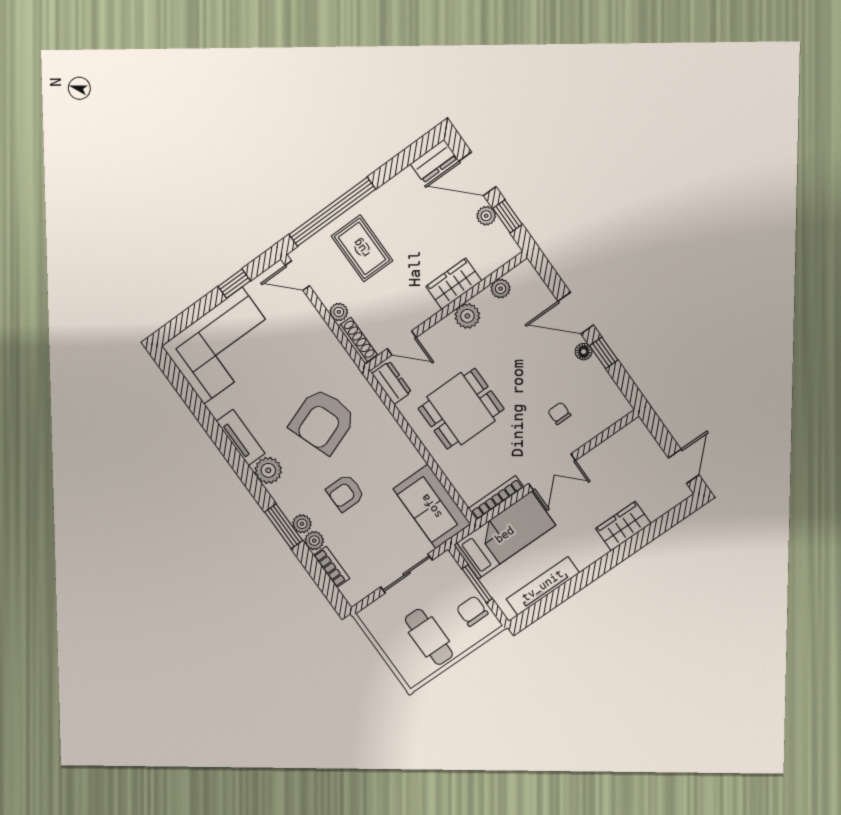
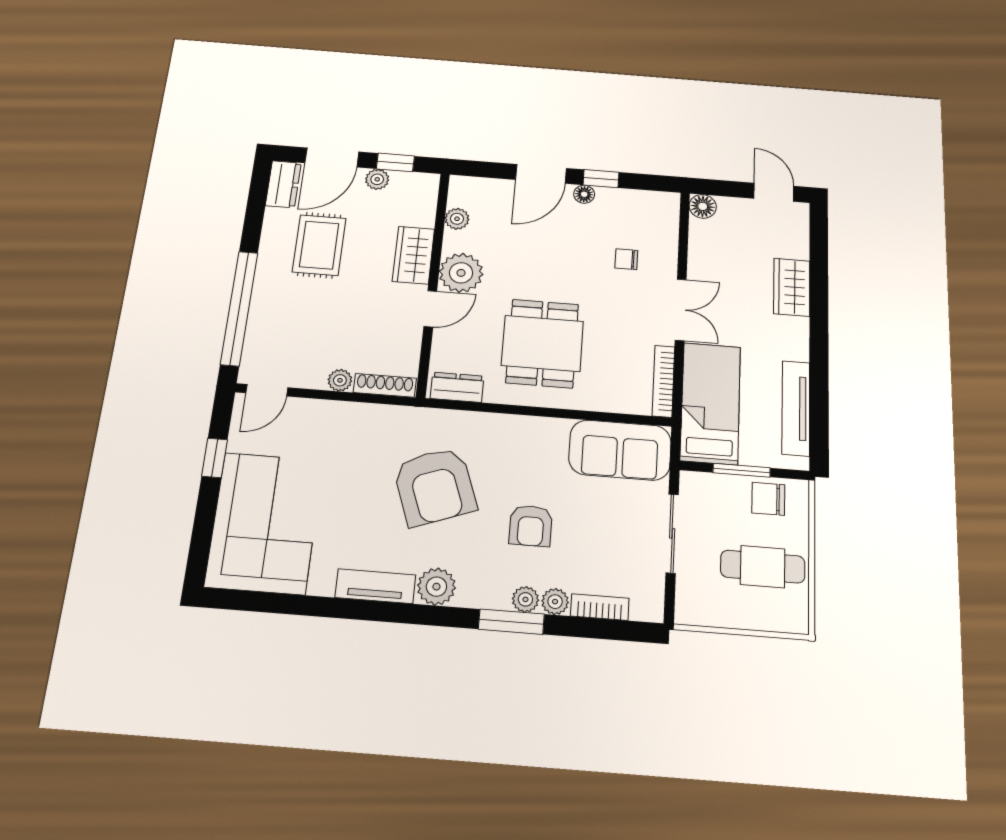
rug: (362, 248) -> (319, 245), moved, turned 90
plant: (467, 316) -> (461, 273), width x1.36, depth x1.36
door: (402, 343) -> (430, 309), moved
floor lamp: (636, 431) -> (703, 206), added

